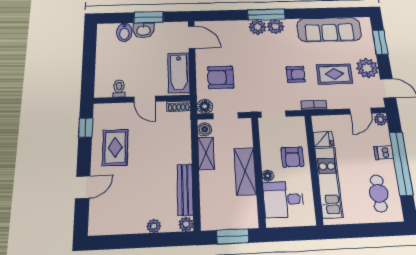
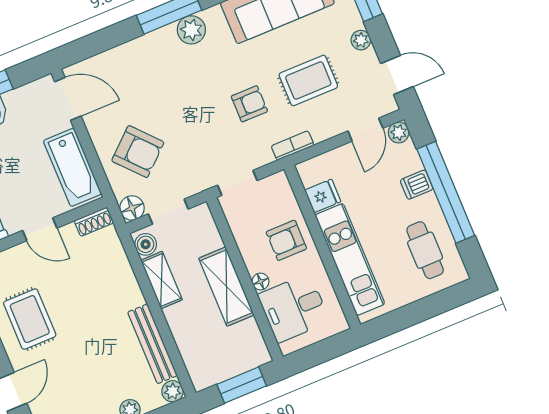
plant: (257, 27) -> (163, 42), removed
plant: (367, 68) -> (361, 40), width x0.53, depth x0.53
armchair: (221, 77) -> (138, 152), turned -132
armchair: (292, 157) -> (286, 240), turned 90

